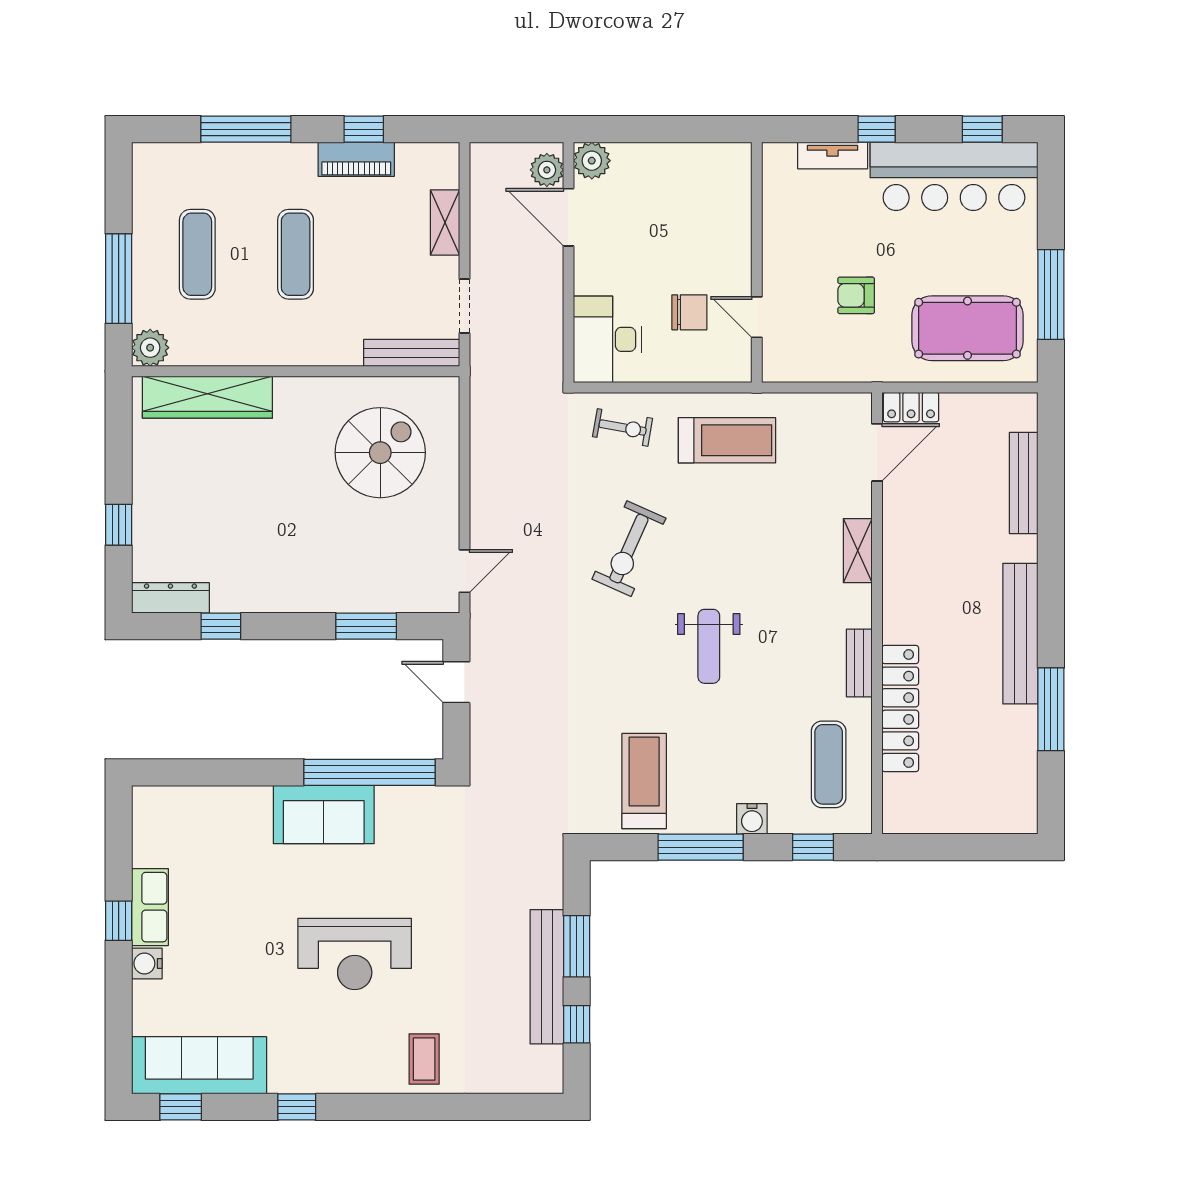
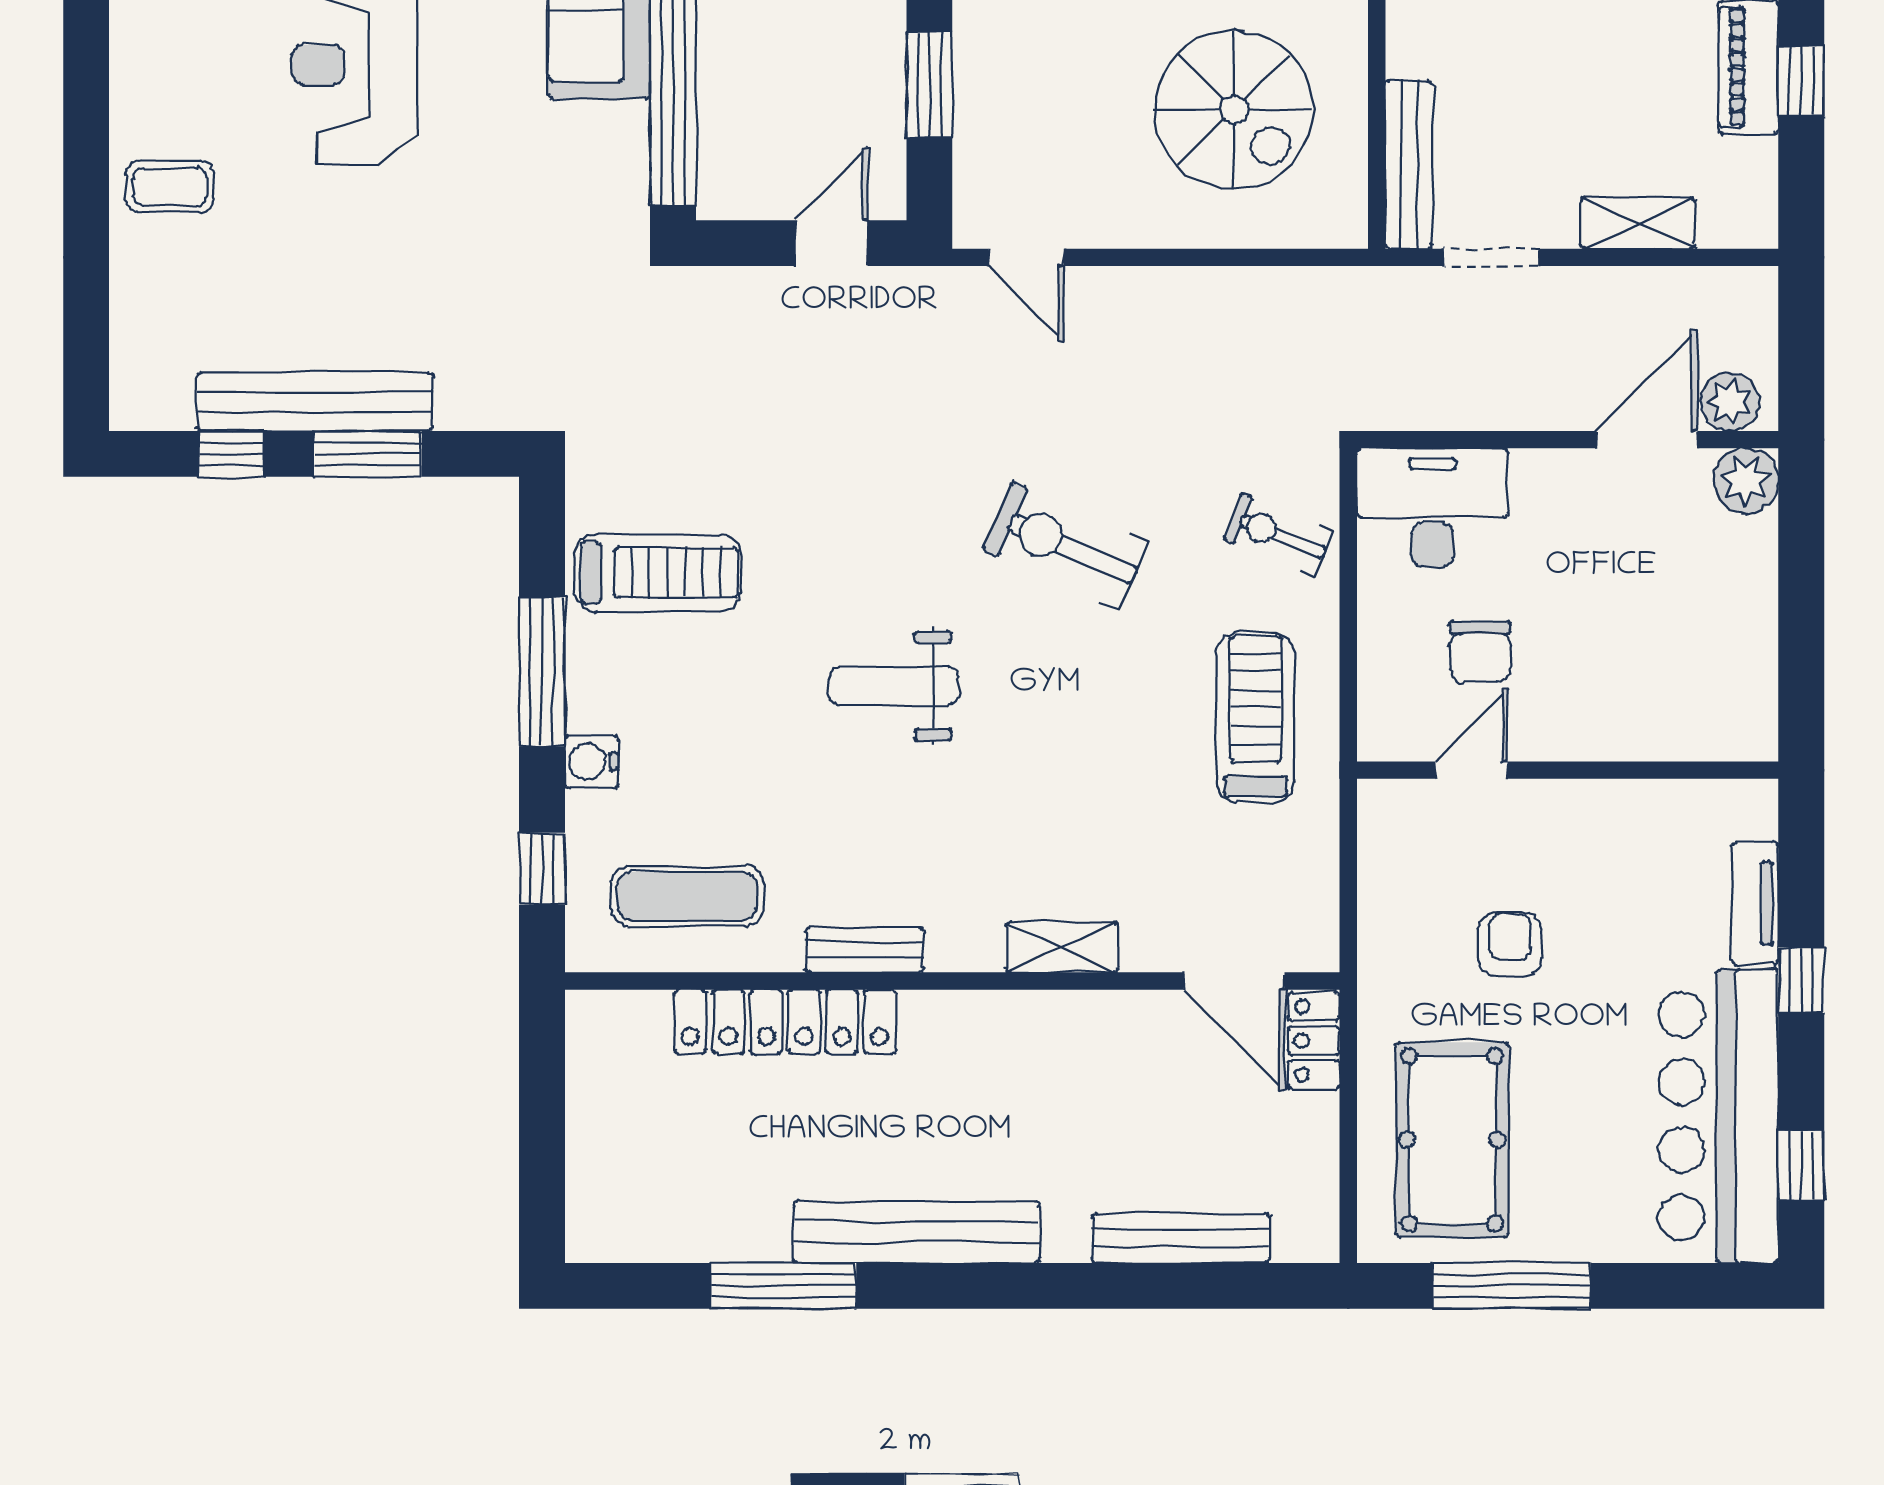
exercise bike: (623, 427) -> (1278, 535), turned 102
treadmill: (727, 440) -> (1256, 718), turned 180

